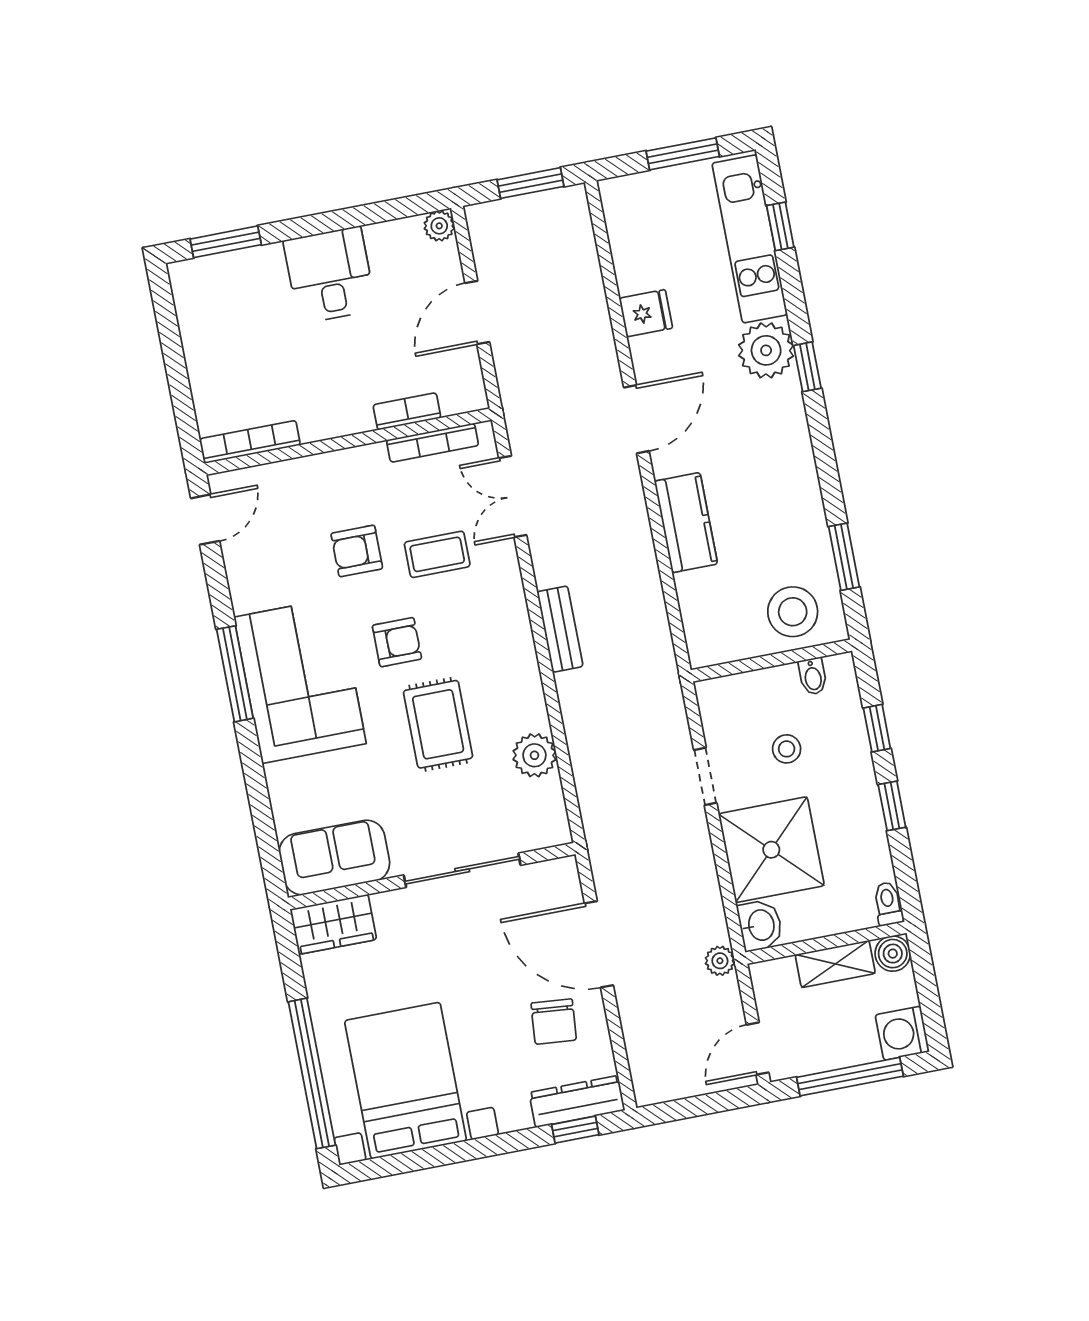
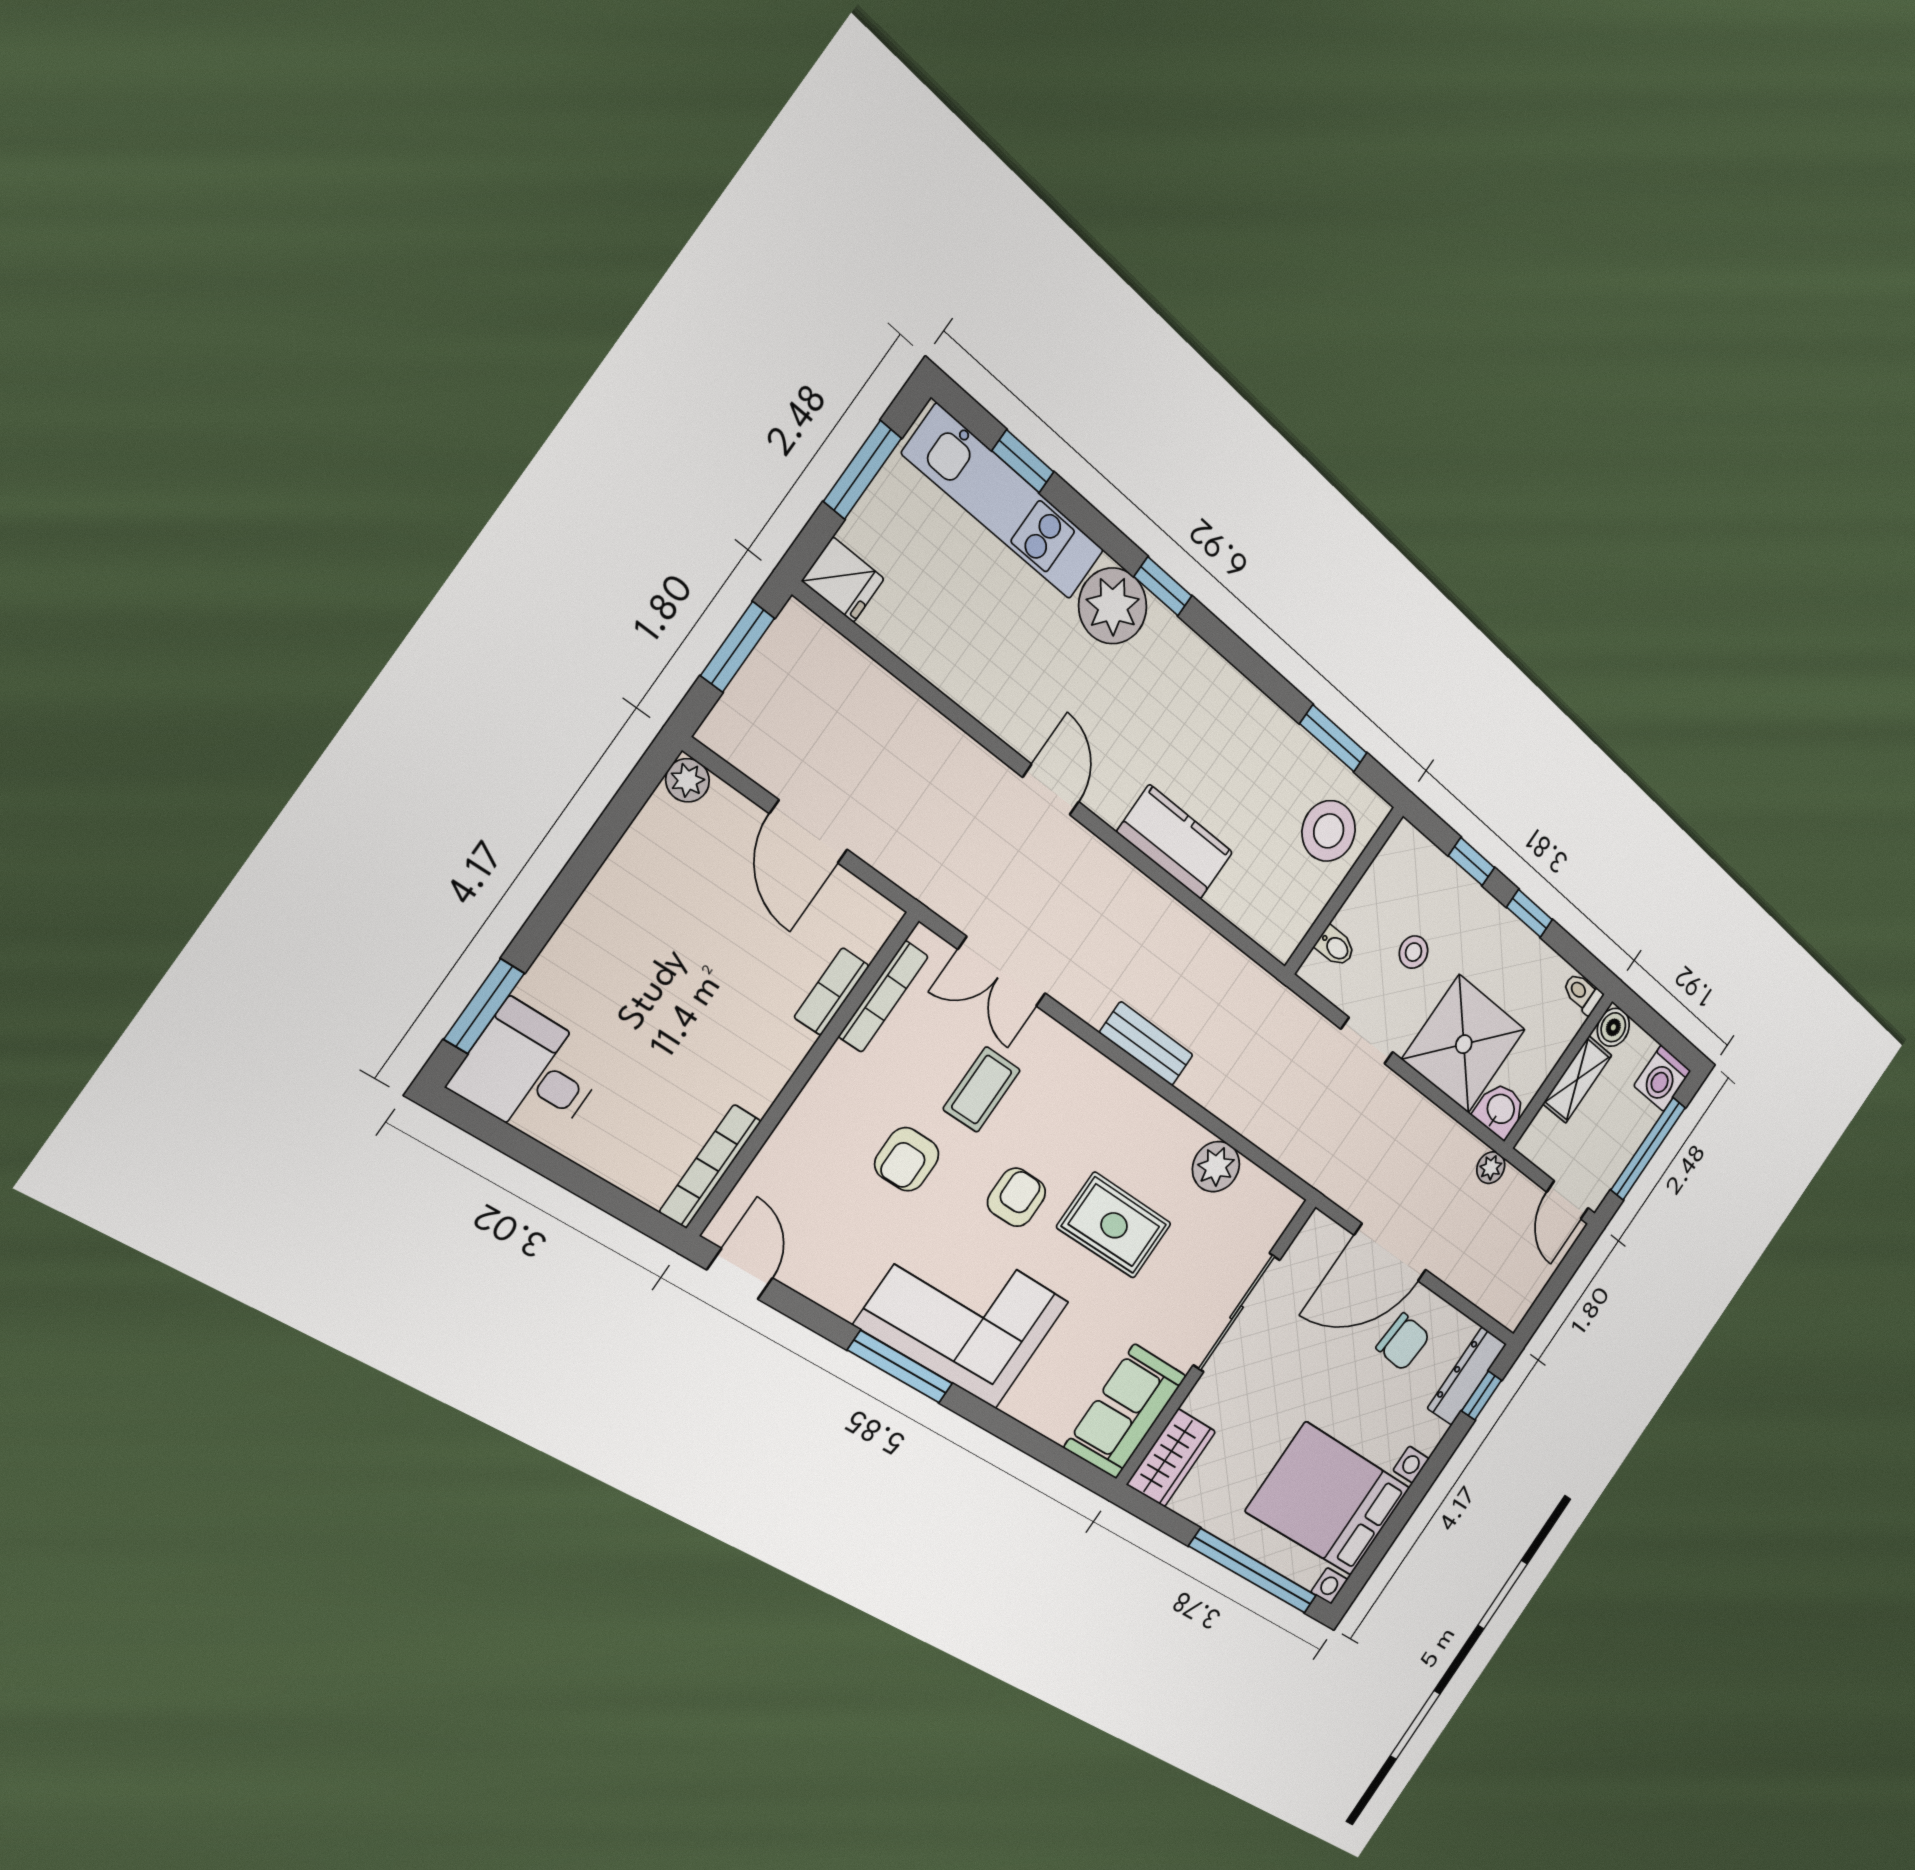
desk: (330, 275) -> (530, 1073), moved
fridge: (646, 313) -> (843, 580), moved, turned 90
door: (636, 419) -> (1051, 790), width x0.73
bidet: (813, 676) -> (1335, 947), moved

